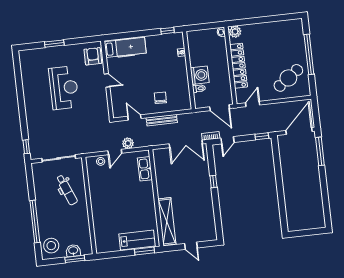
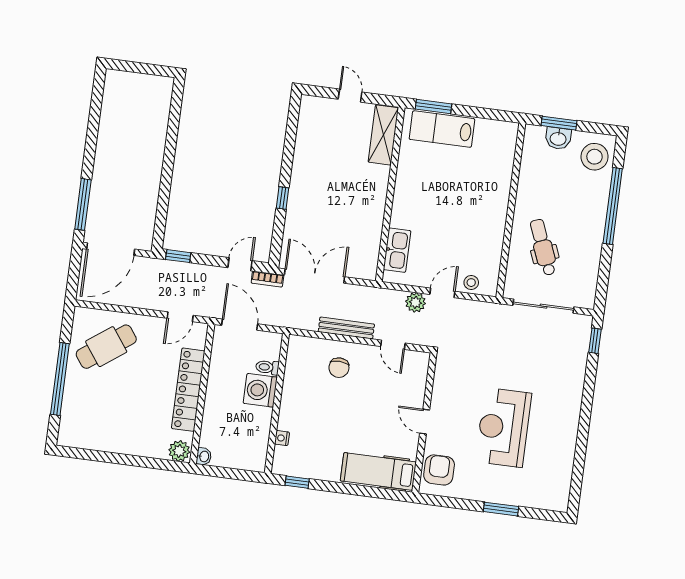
armchair: (93, 56) -> (439, 470), turned 180
shelving: (167, 222) -> (383, 135), width x0.68

